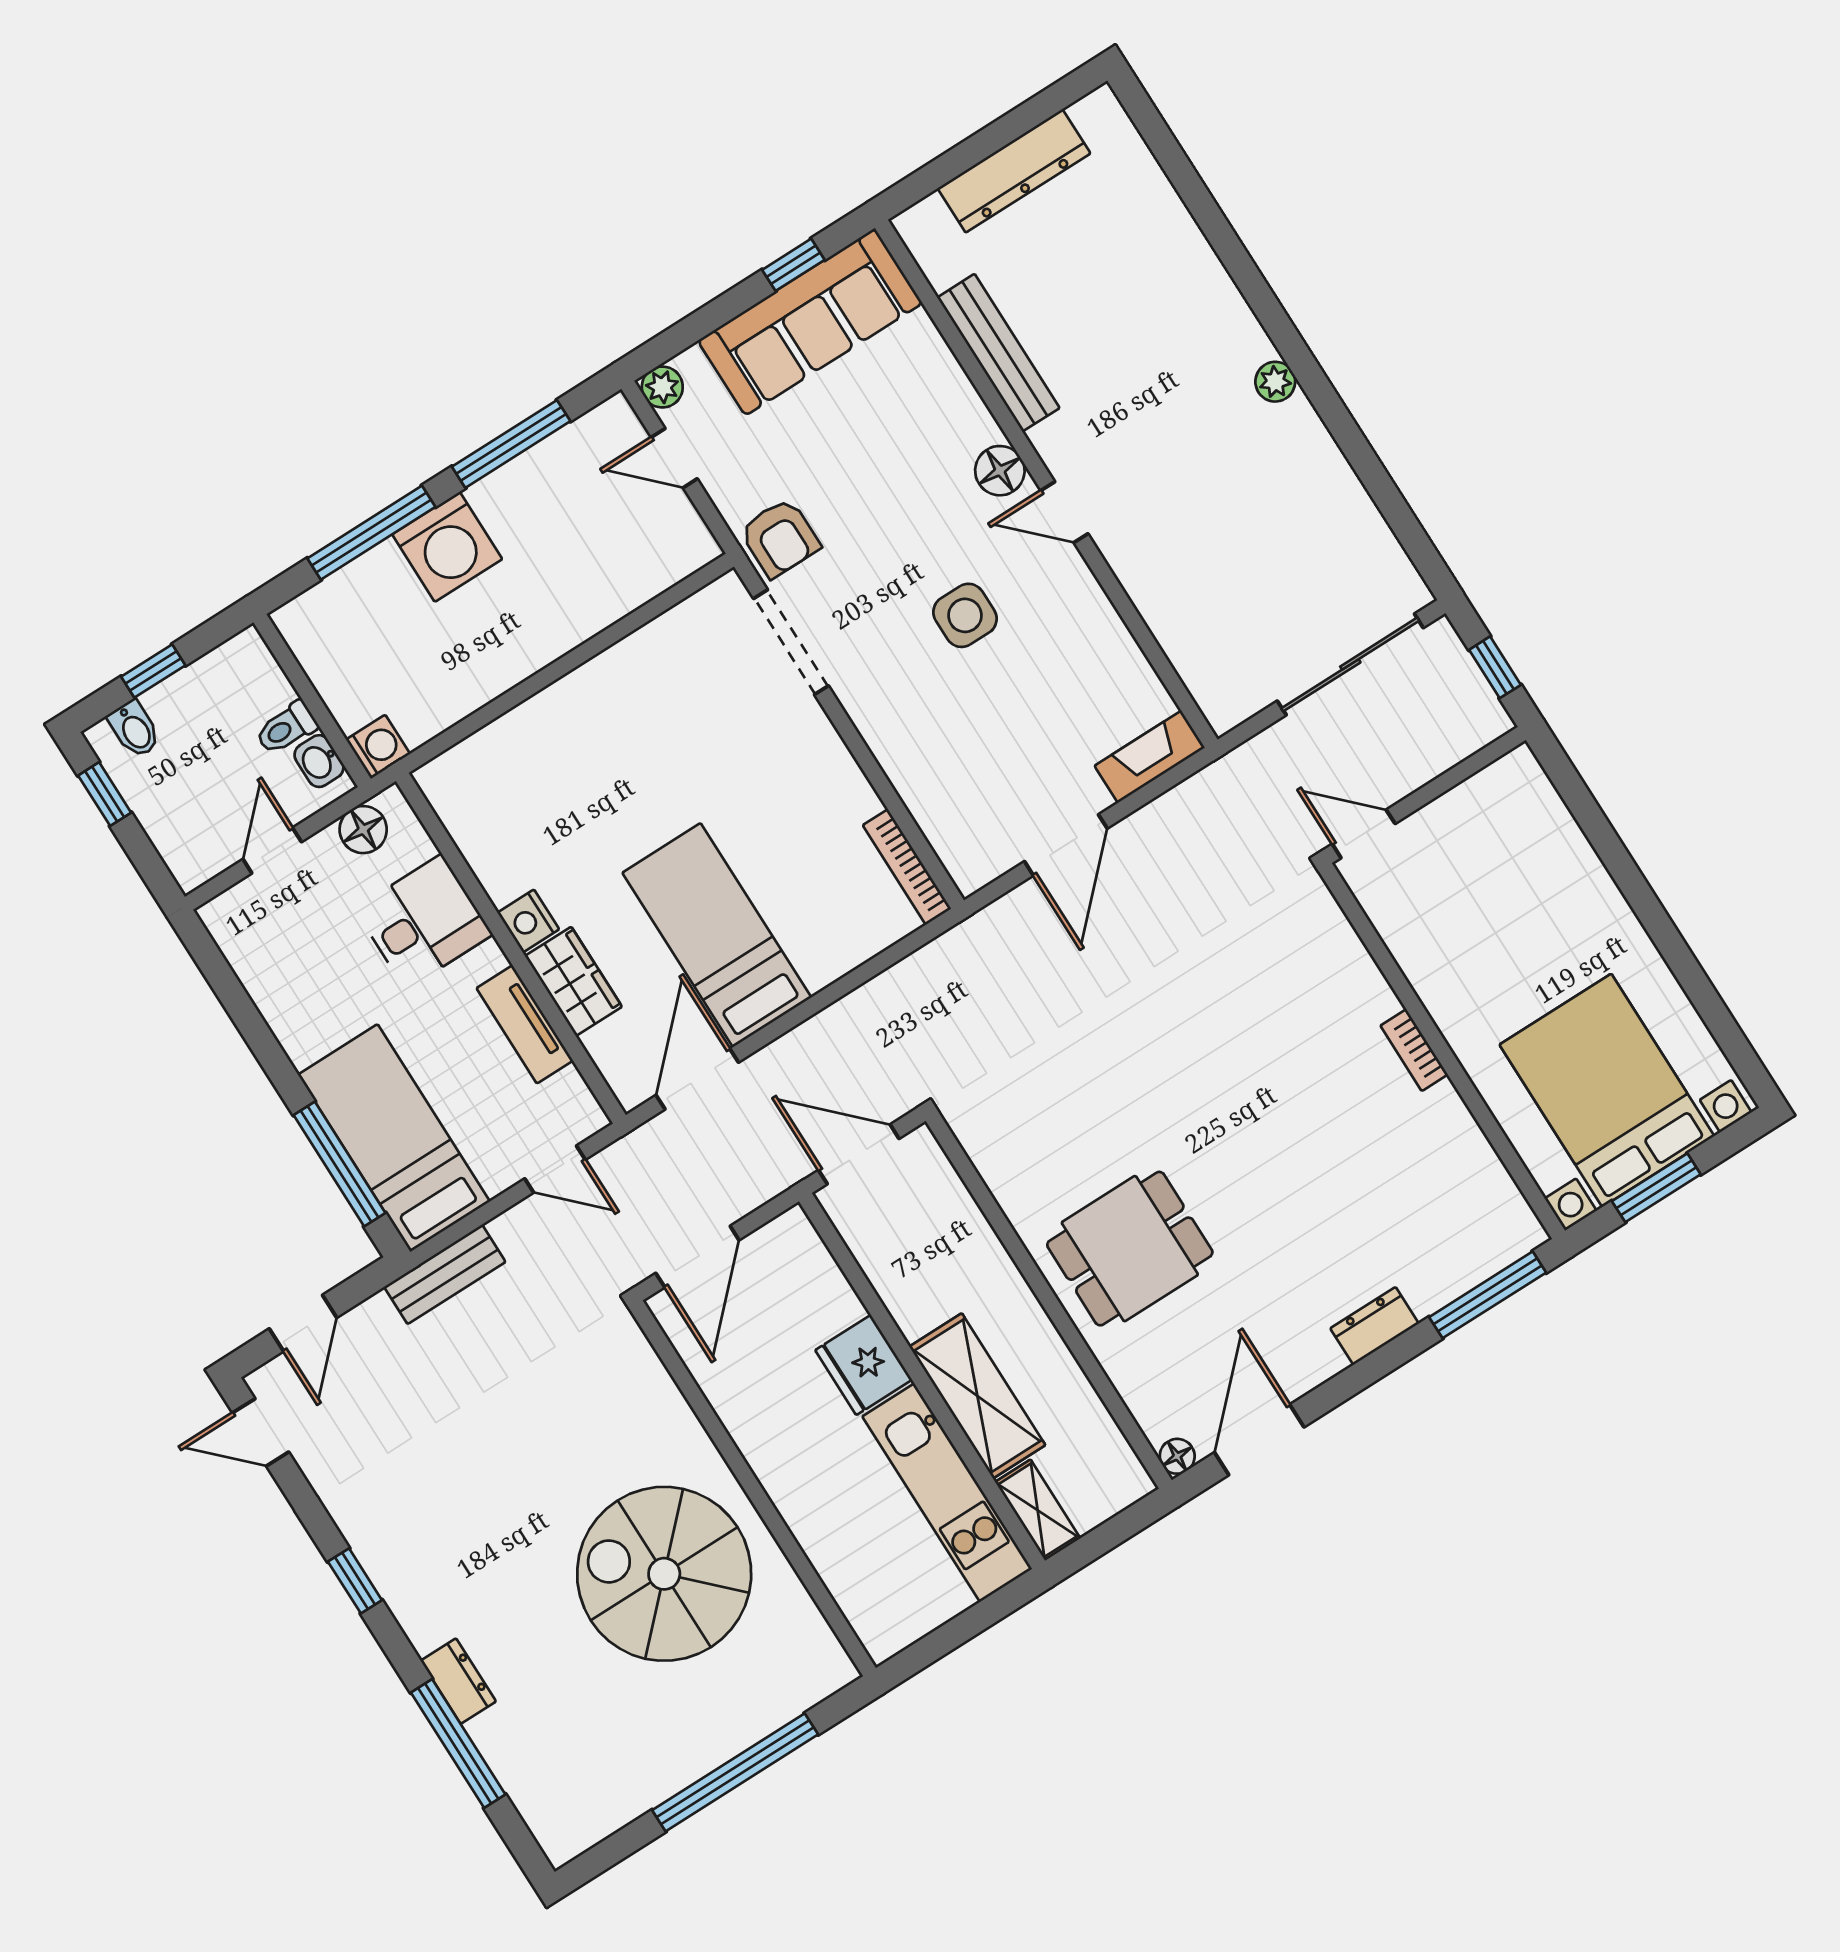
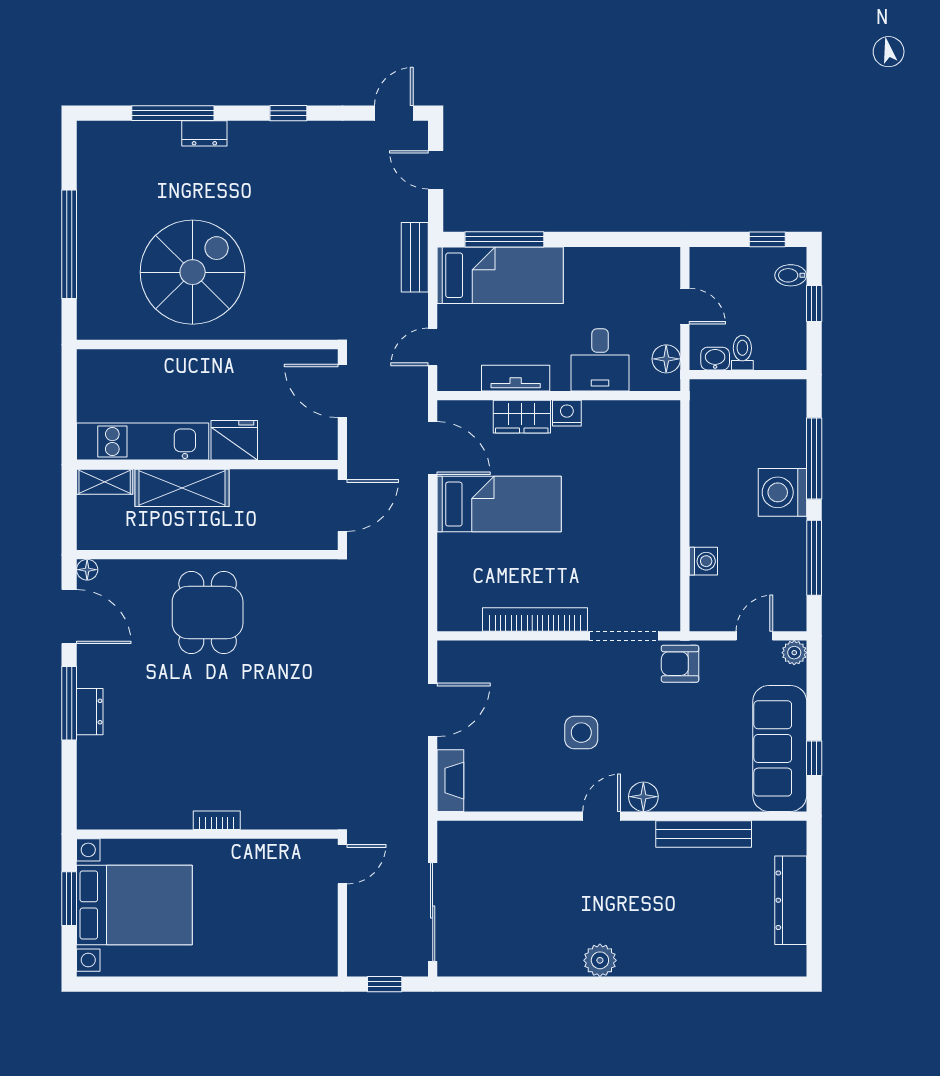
plant: (1275, 382) -> (600, 960), width x1.38, depth x1.38
washing machine: (378, 747) -> (703, 561), moved, turned -90
door: (1066, 845) -> (433, 710), swing flipped
bookcase: (907, 867) -> (535, 619), moved, width x1.48, depth x1.31
window: (1488, 1295) -> (69, 703), moved

